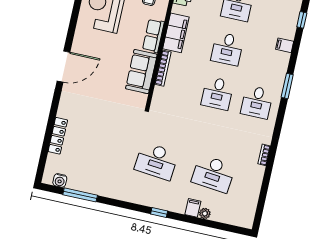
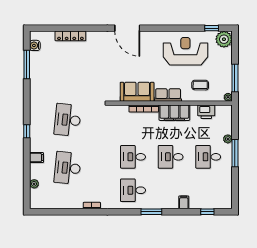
plant: (205, 213) -> (34, 184), moved

